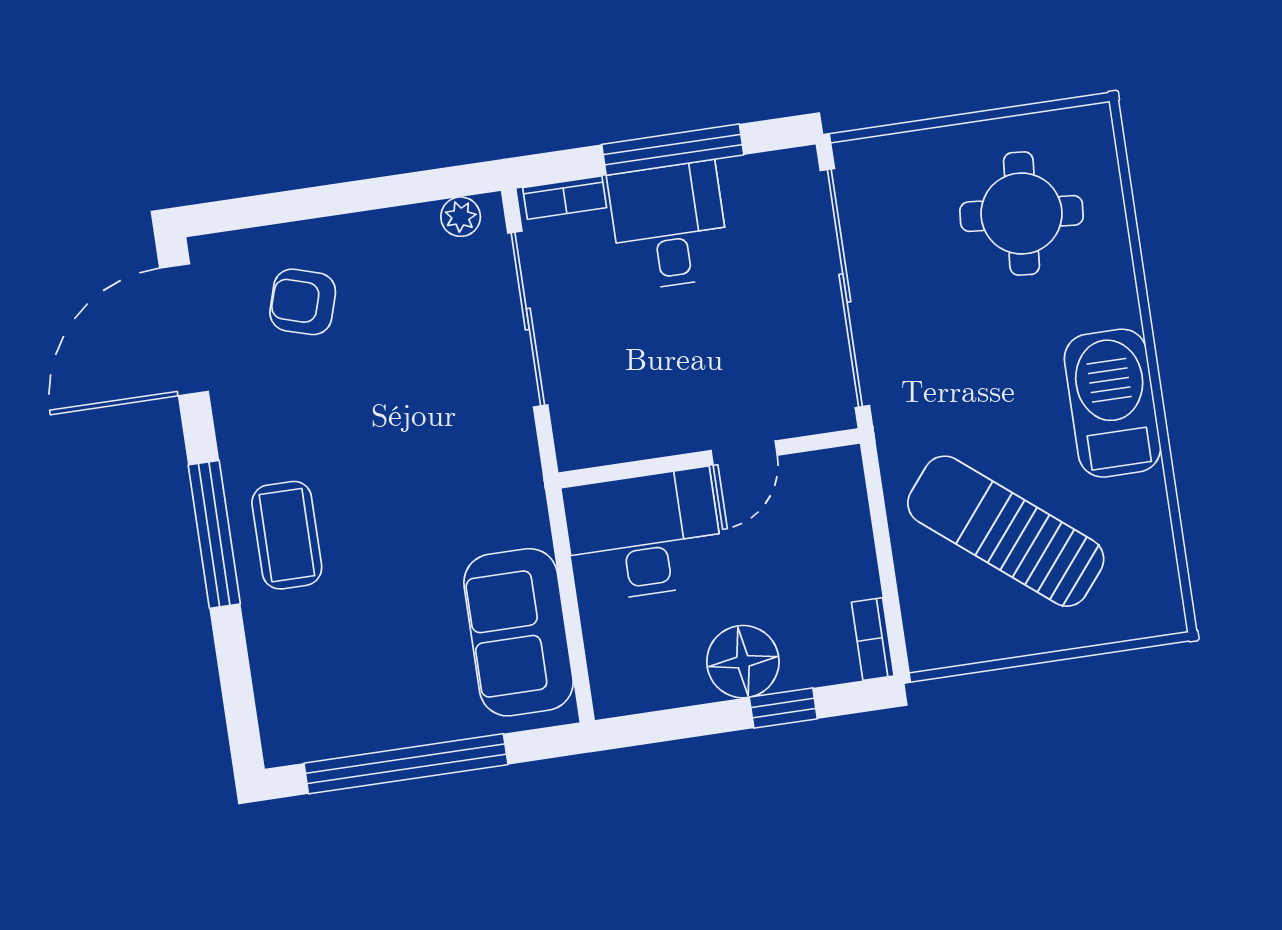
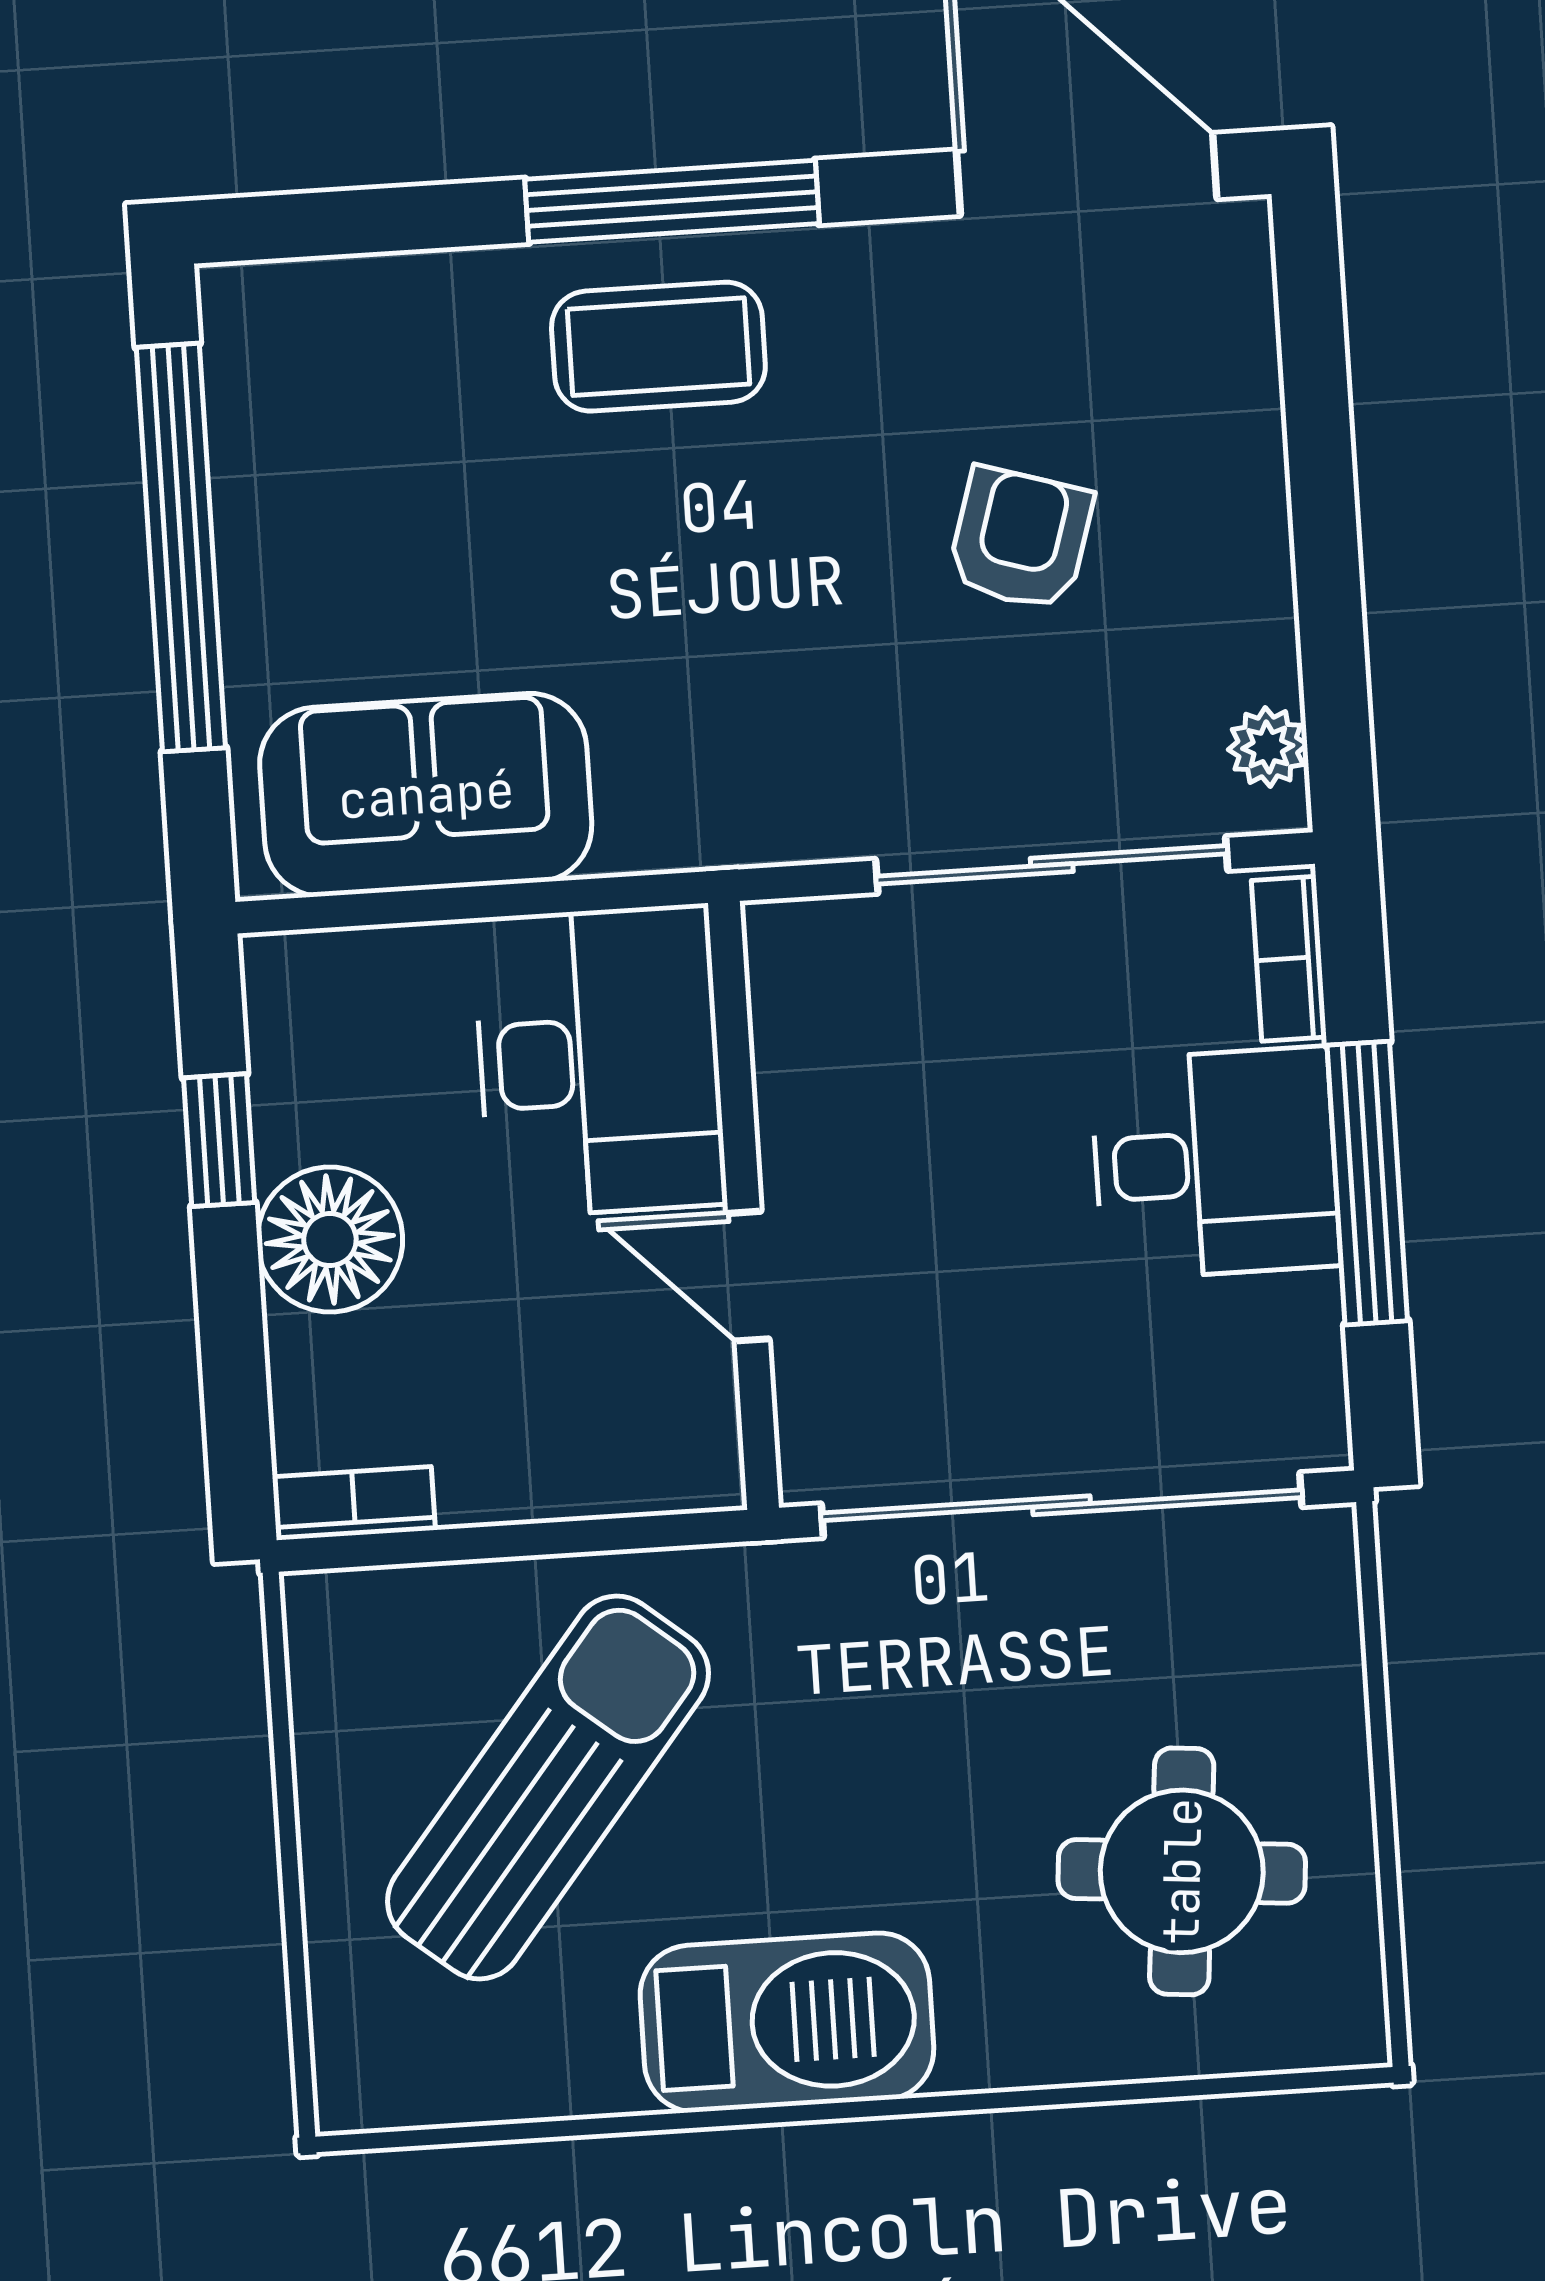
armchair: (303, 302) -> (1020, 539), moved
window: (783, 708) -> (219, 1140), moved

